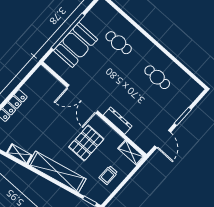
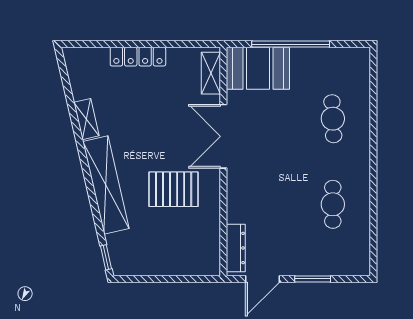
booth: (76, 45) -> (258, 68), moved
dresser: (118, 121) -> (236, 248), moved
shelving: (131, 153) -> (211, 73), moved
trolley: (108, 175) -> (158, 252), removed

